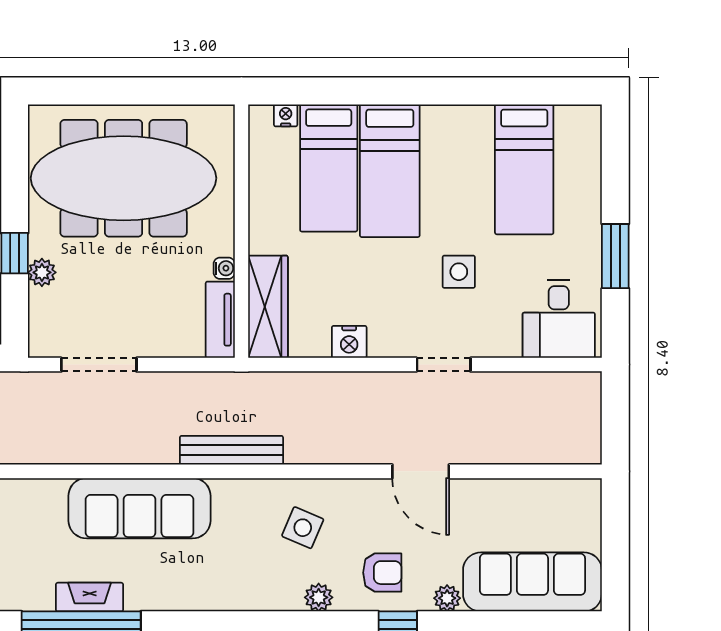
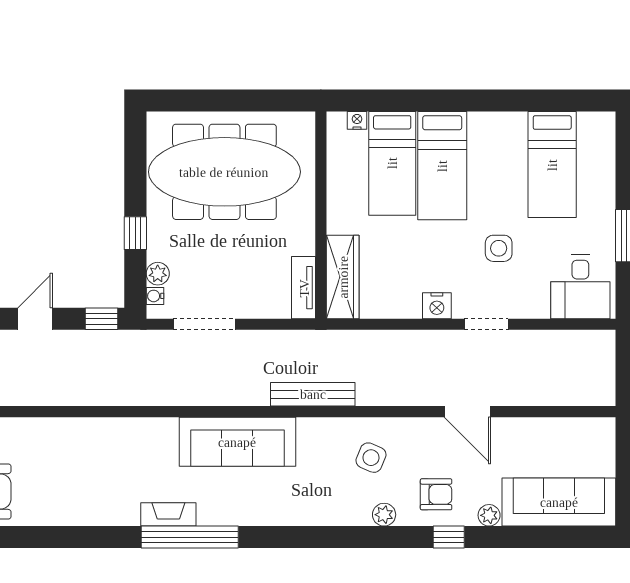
water cooler: (224, 268) -> (155, 296), moved, turned 180
plant: (42, 272) -> (158, 274), moved
nightstand: (349, 342) -> (437, 306), moved
fireplace: (90, 597) -> (168, 514), moved

